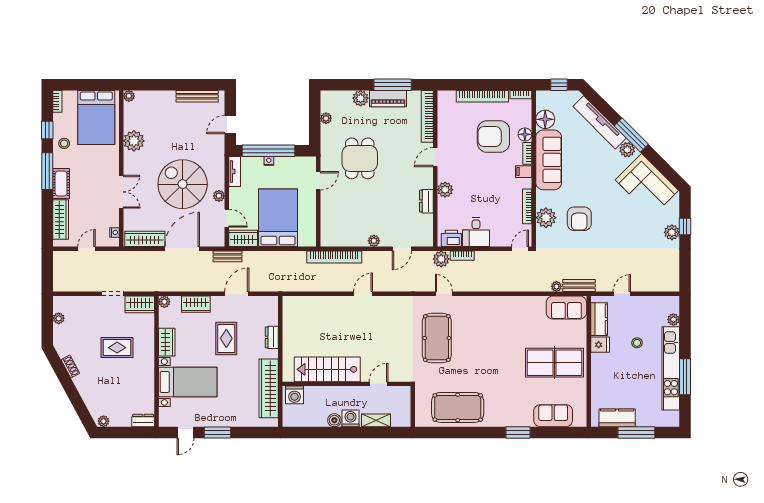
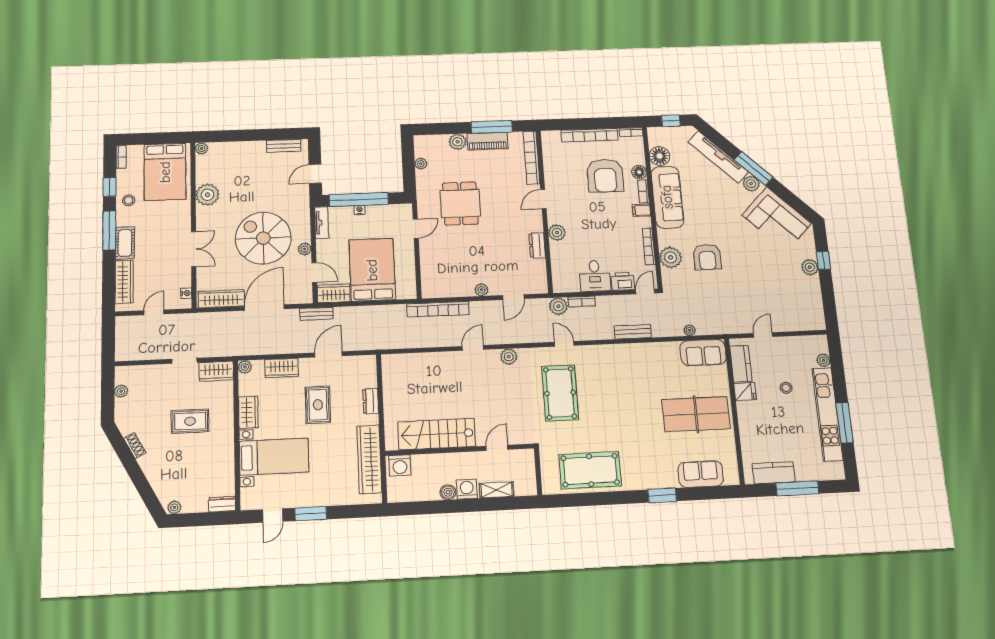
bench: (197, 96) -> (284, 146), width x0.73
armchair: (493, 137) -> (605, 176), turned -90
printer: (451, 238) -> (623, 281), moved
bench: (579, 286) -> (633, 332), moved
plant: (394, 303) -> (509, 357), added

